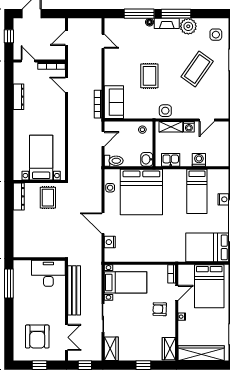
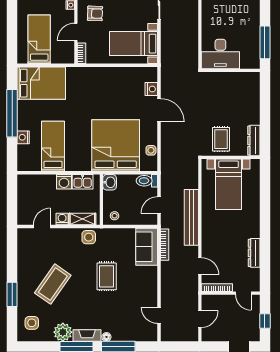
washing machine: (199, 160) -> (64, 182), moved
bed: (209, 286) -> (39, 39), width x0.67
bench: (74, 290) -> (191, 217), moved

